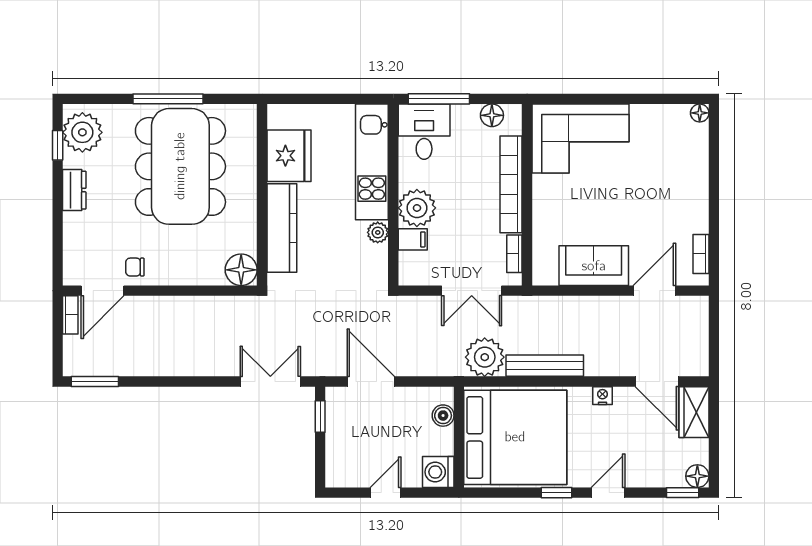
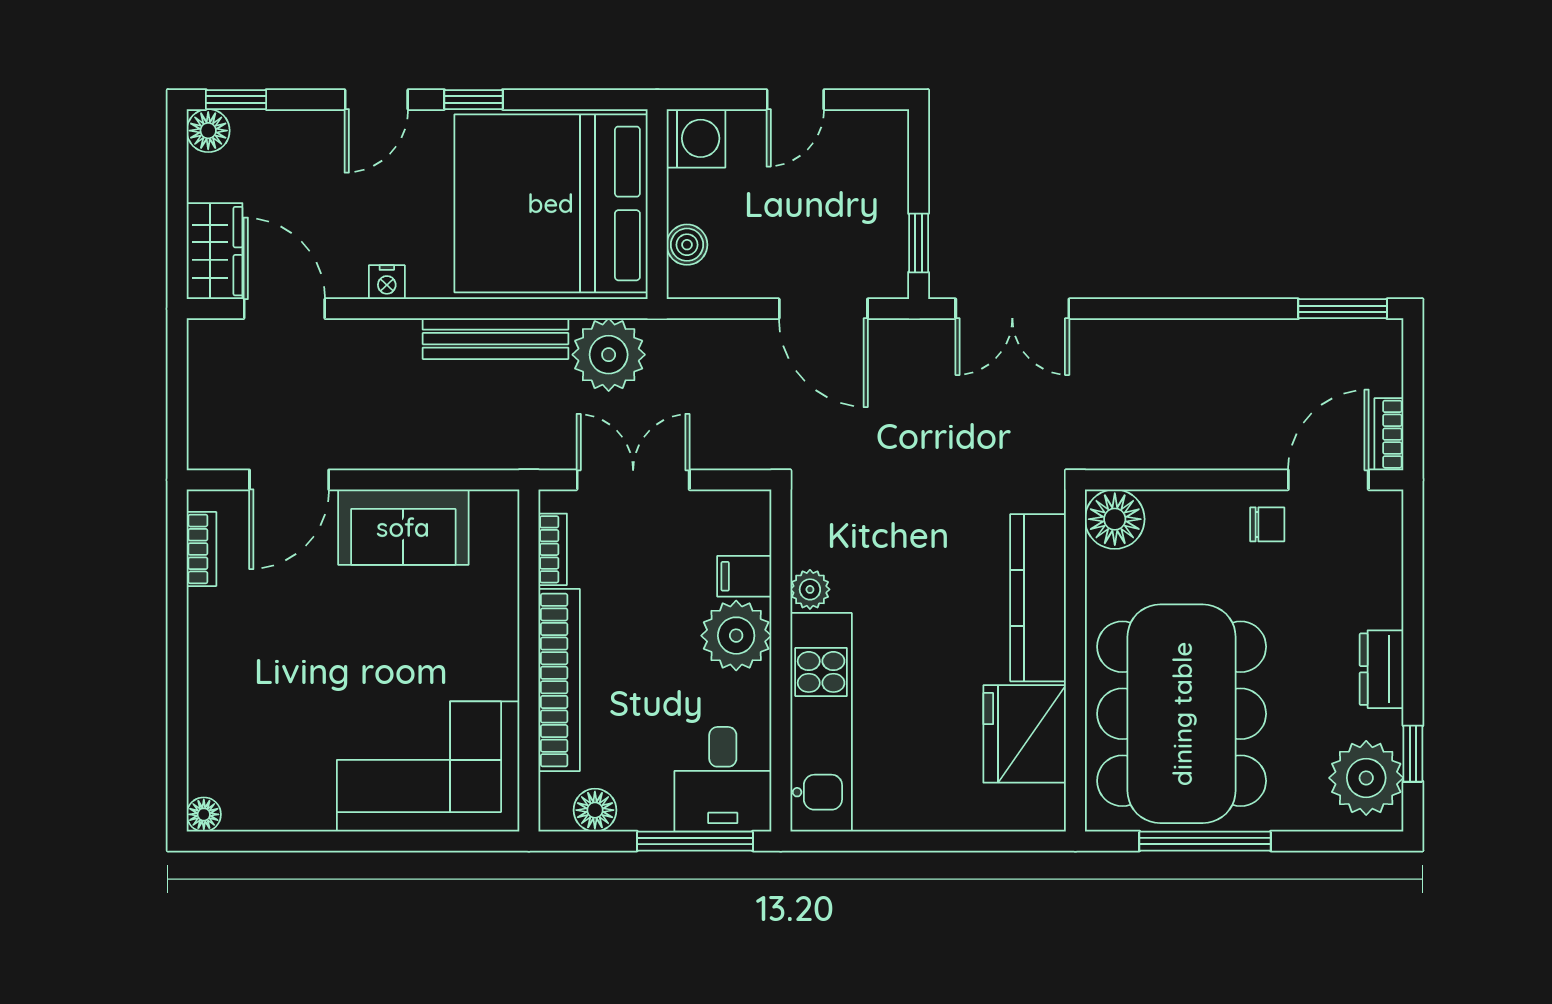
fridge: (289, 156) -> (1025, 734), moved
wall: (262, 195) -> (1075, 660), moved
kitchen counter: (282, 228) -> (1038, 598), moved
floor lamp: (241, 270) -> (1115, 519), moved

